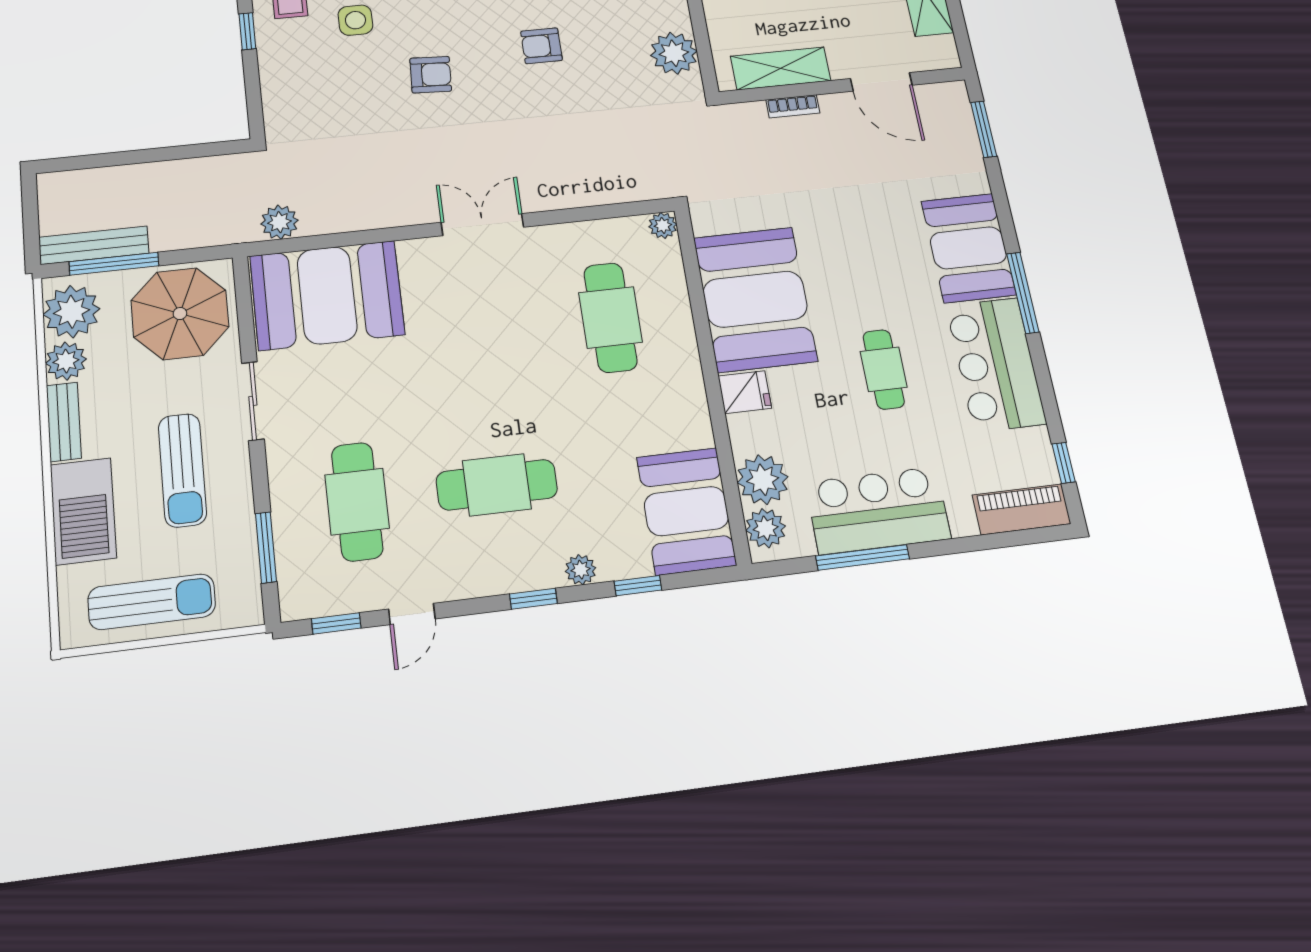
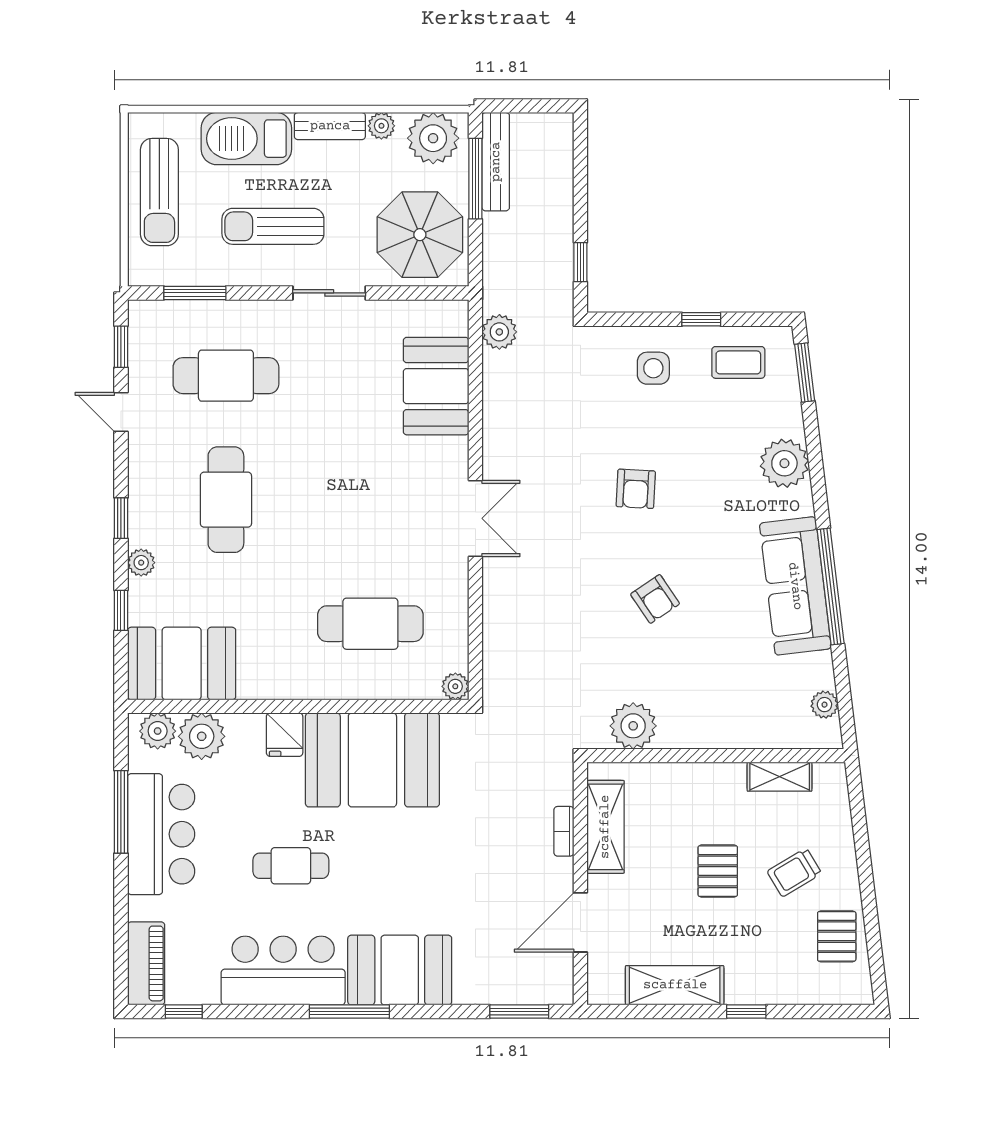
side table: (355, 20) -> (653, 368), moved
armchair: (541, 46) -> (655, 599), turned 146
window: (197, 151) -> (580, 262), added
booth: (327, 295) -> (436, 386), width x0.73, depth x0.70
plant: (66, 361) -> (381, 126), width x0.73, depth x0.73

